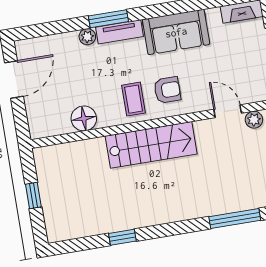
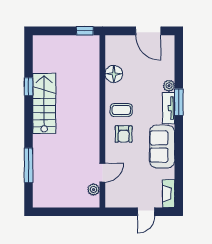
stairs: (151, 145) -> (44, 103), moved, turned 180
window: (33, 195) -> (85, 31), moved

